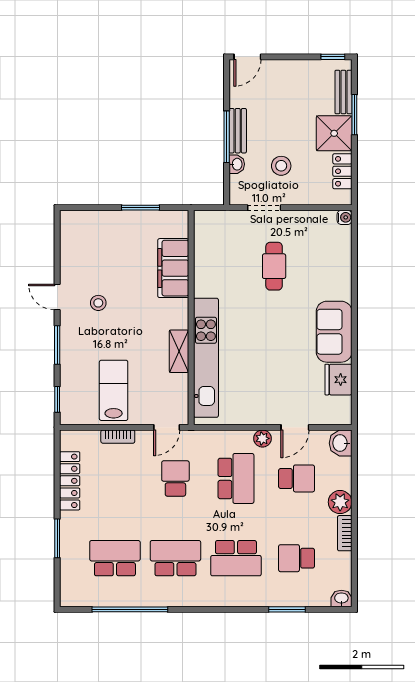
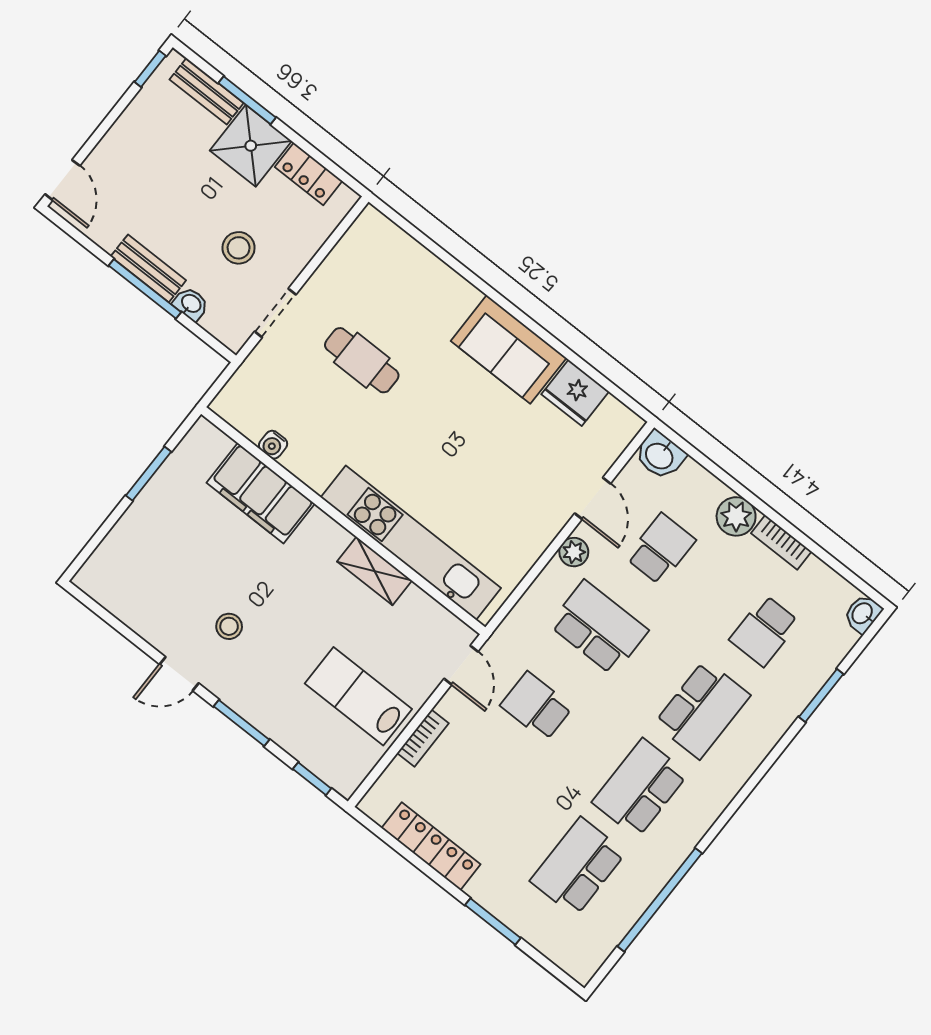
water cooler: (345, 217) -> (273, 445), moved, turned 180

